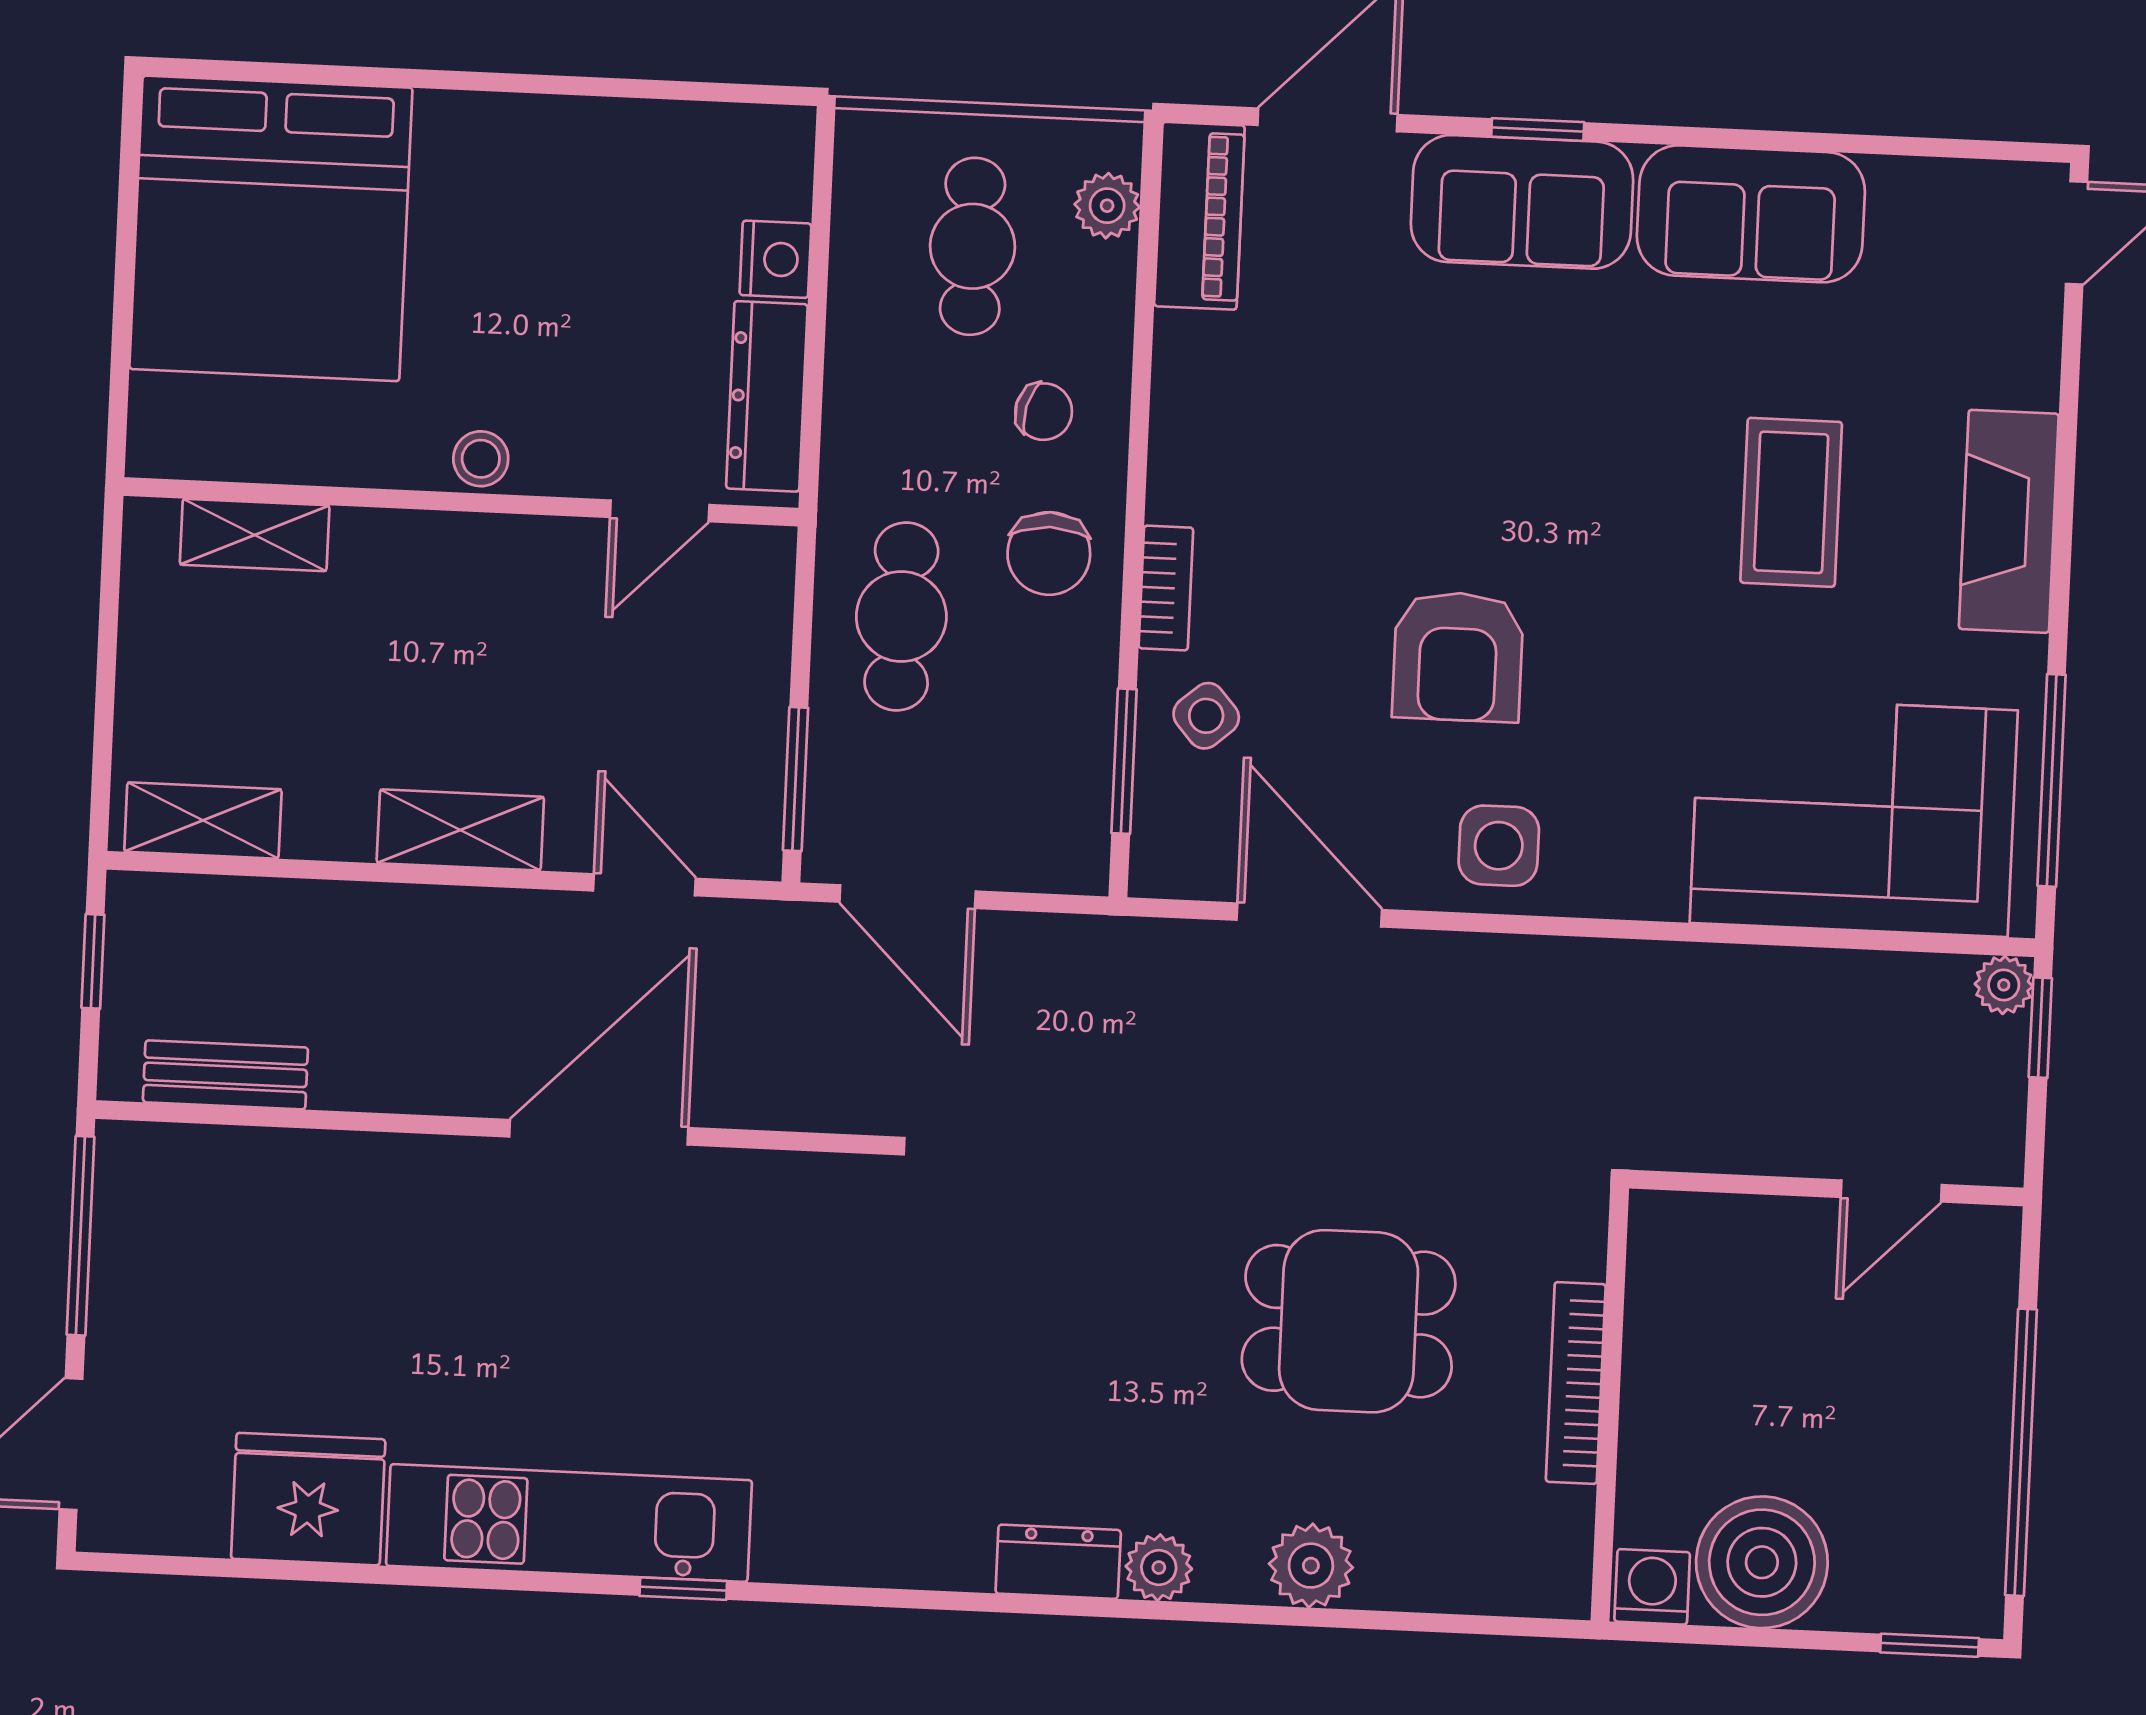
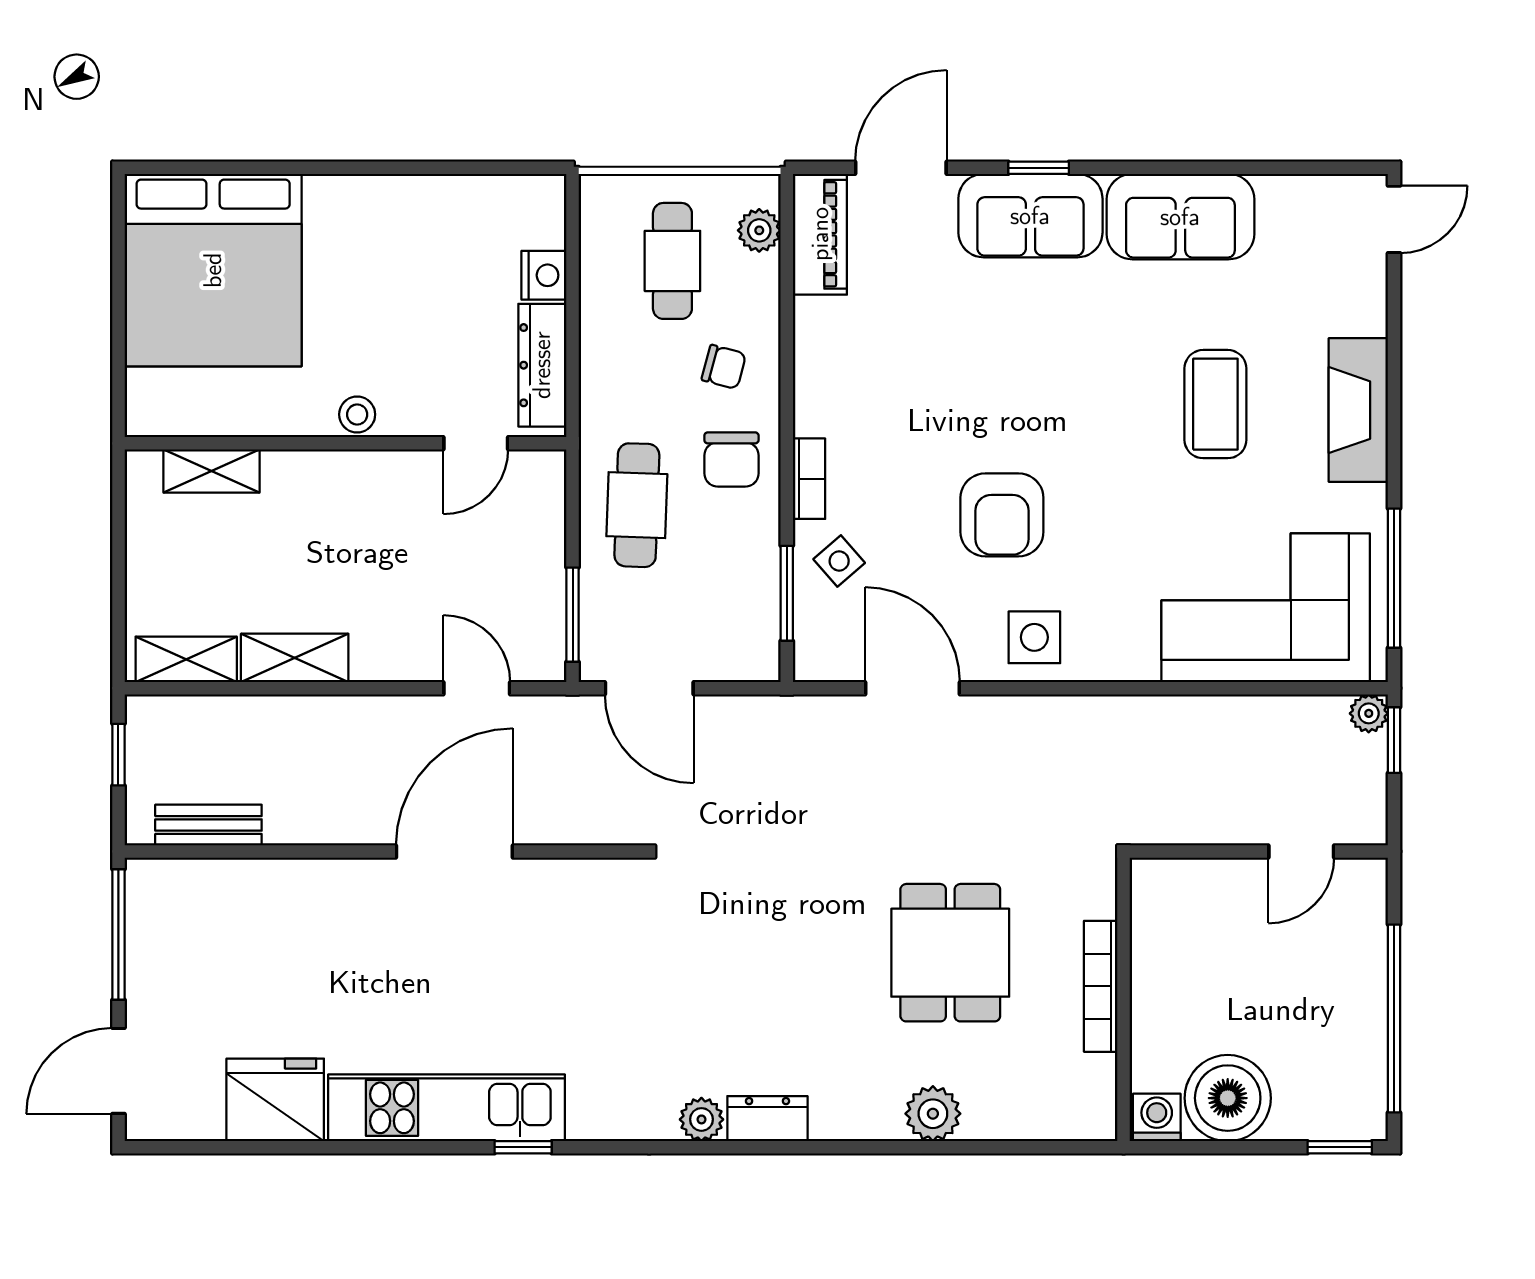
shelving: (460, 830) -> (295, 658), moved
dining table: (1349, 1321) -> (950, 953), turned 90
plant: (1159, 1568) -> (701, 1119), moved

